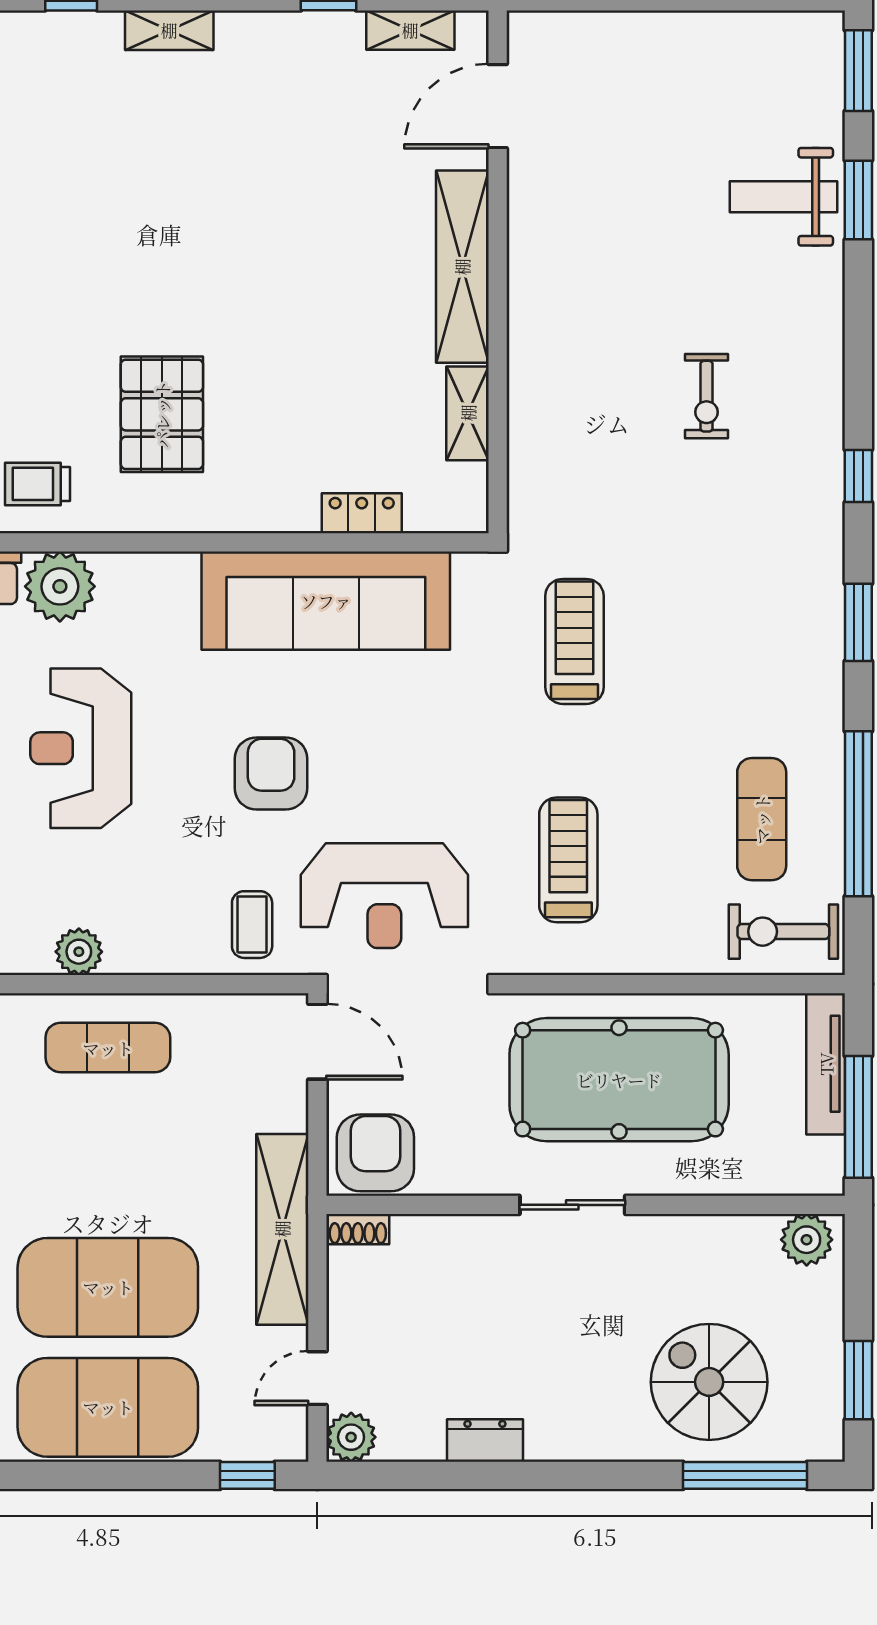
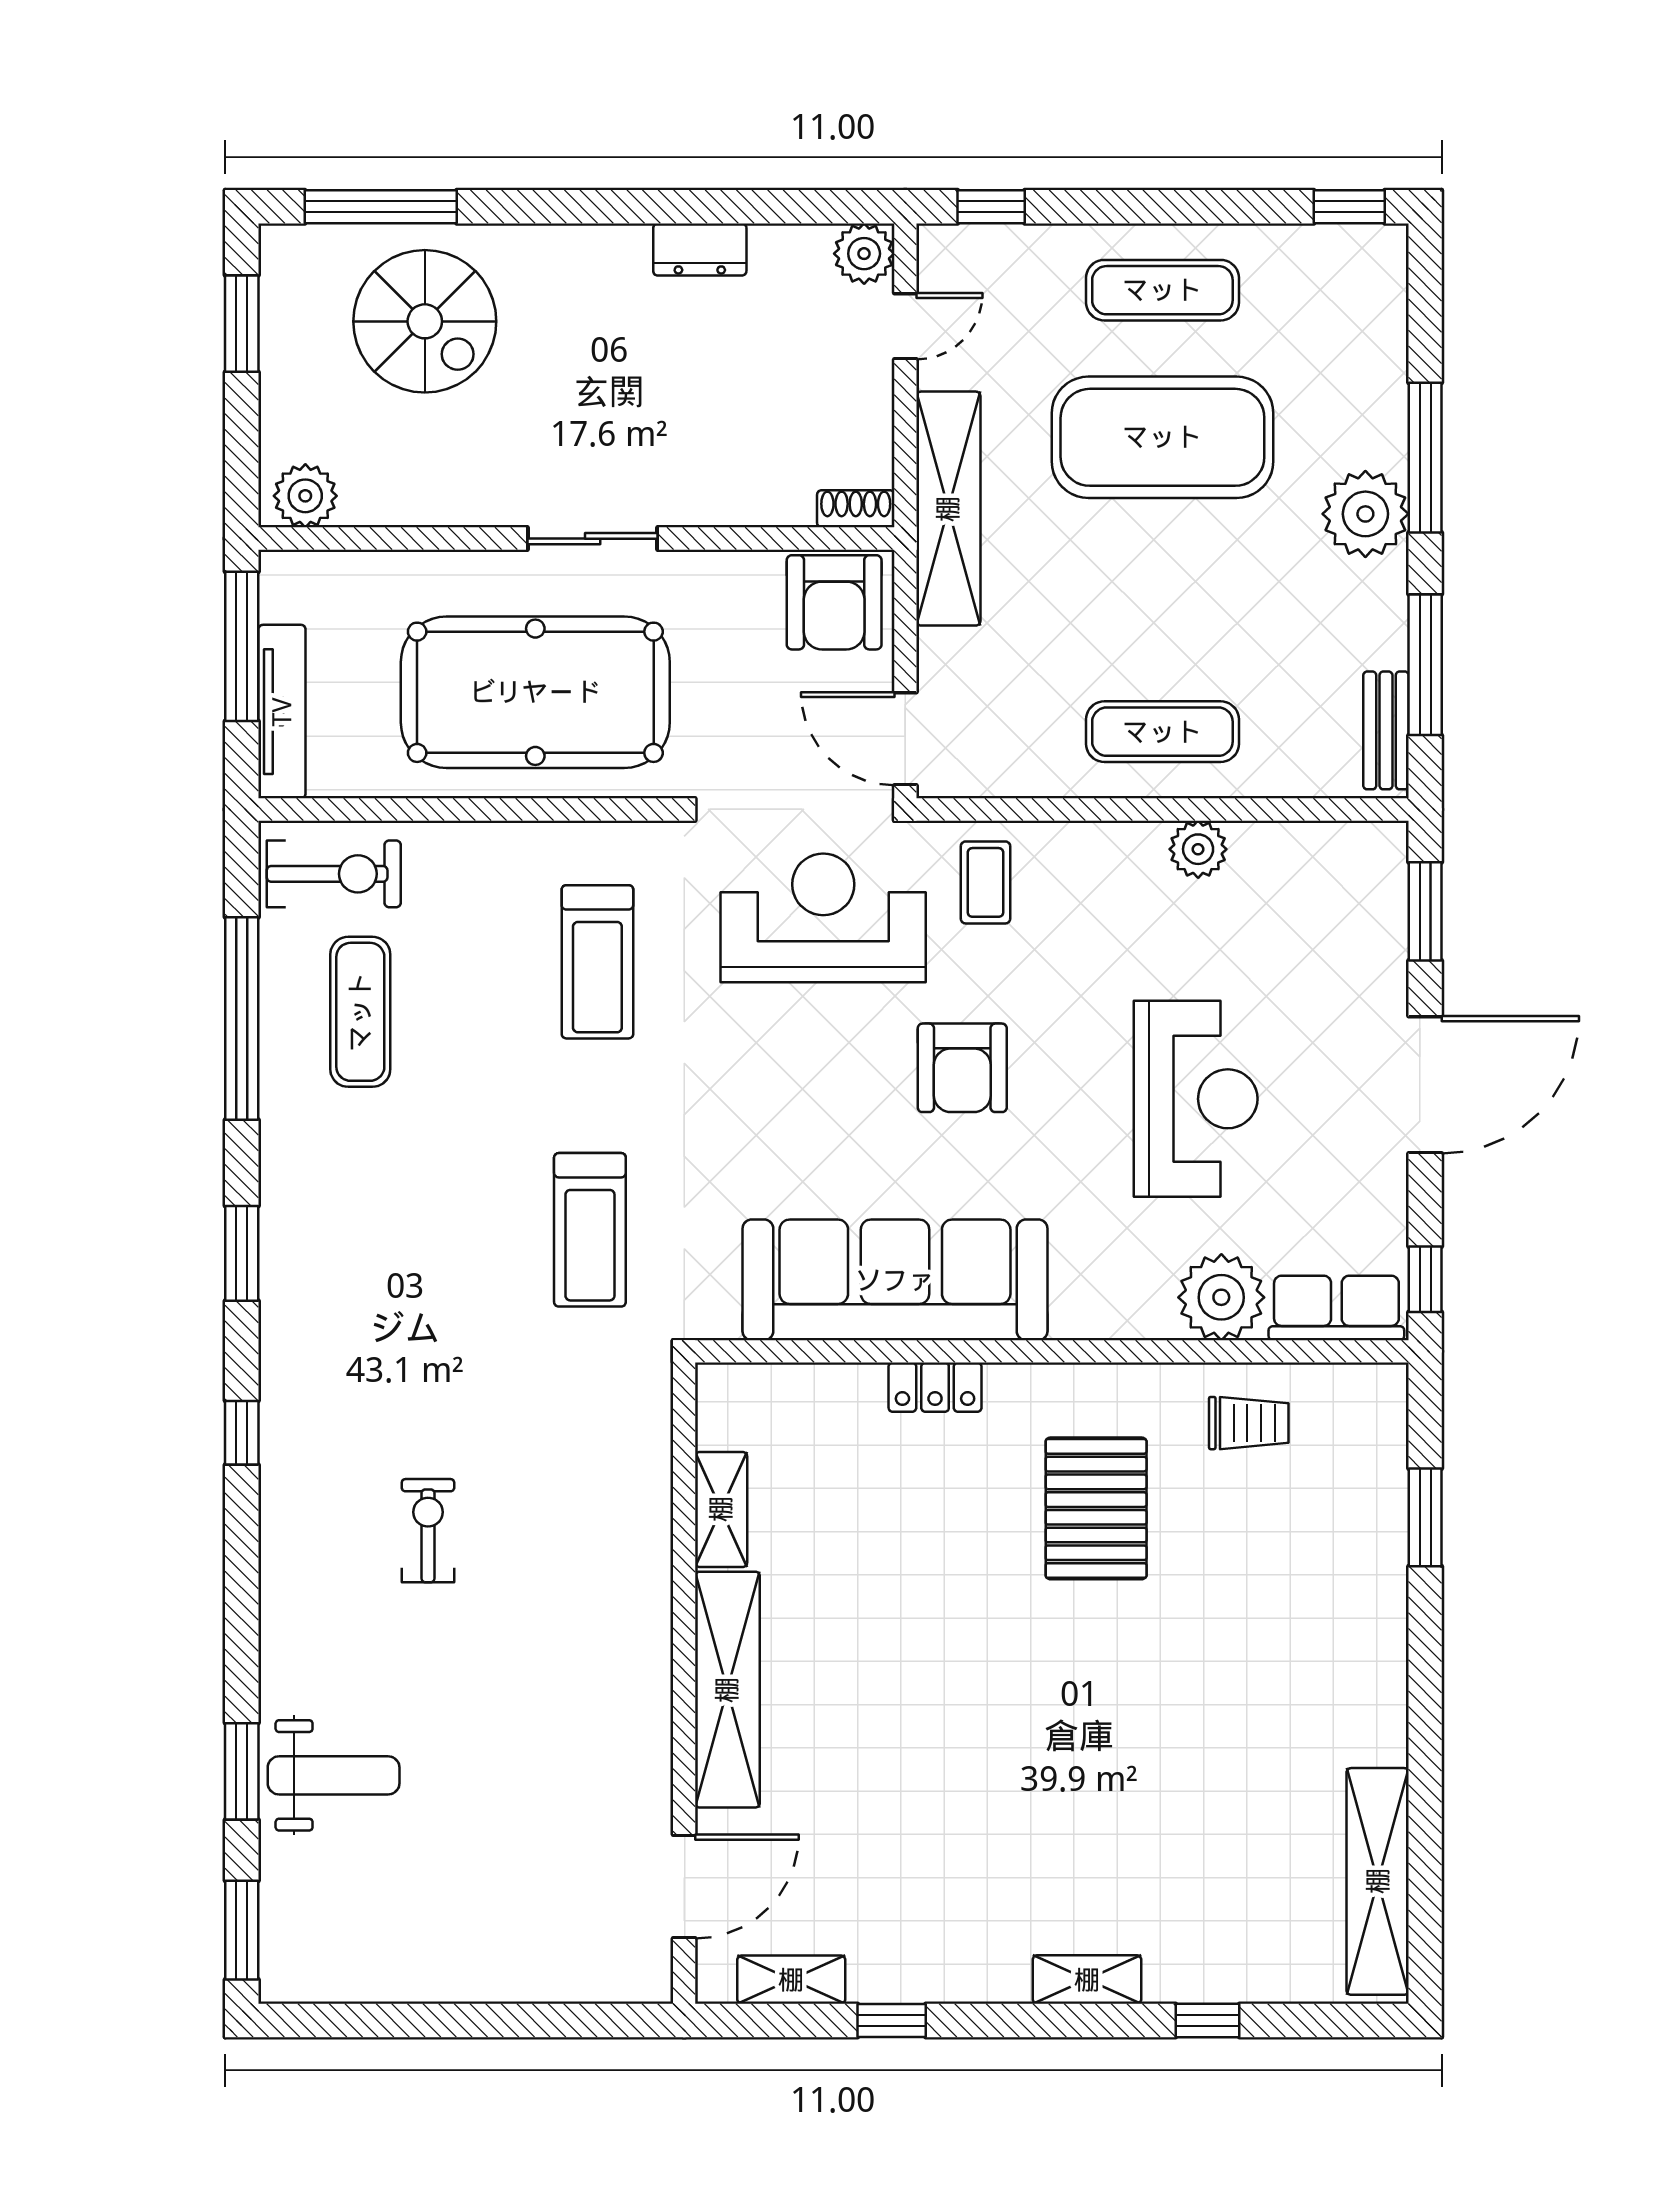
locker: (362, 513) -> (935, 1387), moved
exercise mat: (108, 1407) -> (1162, 290), width x0.50, depth x0.69

